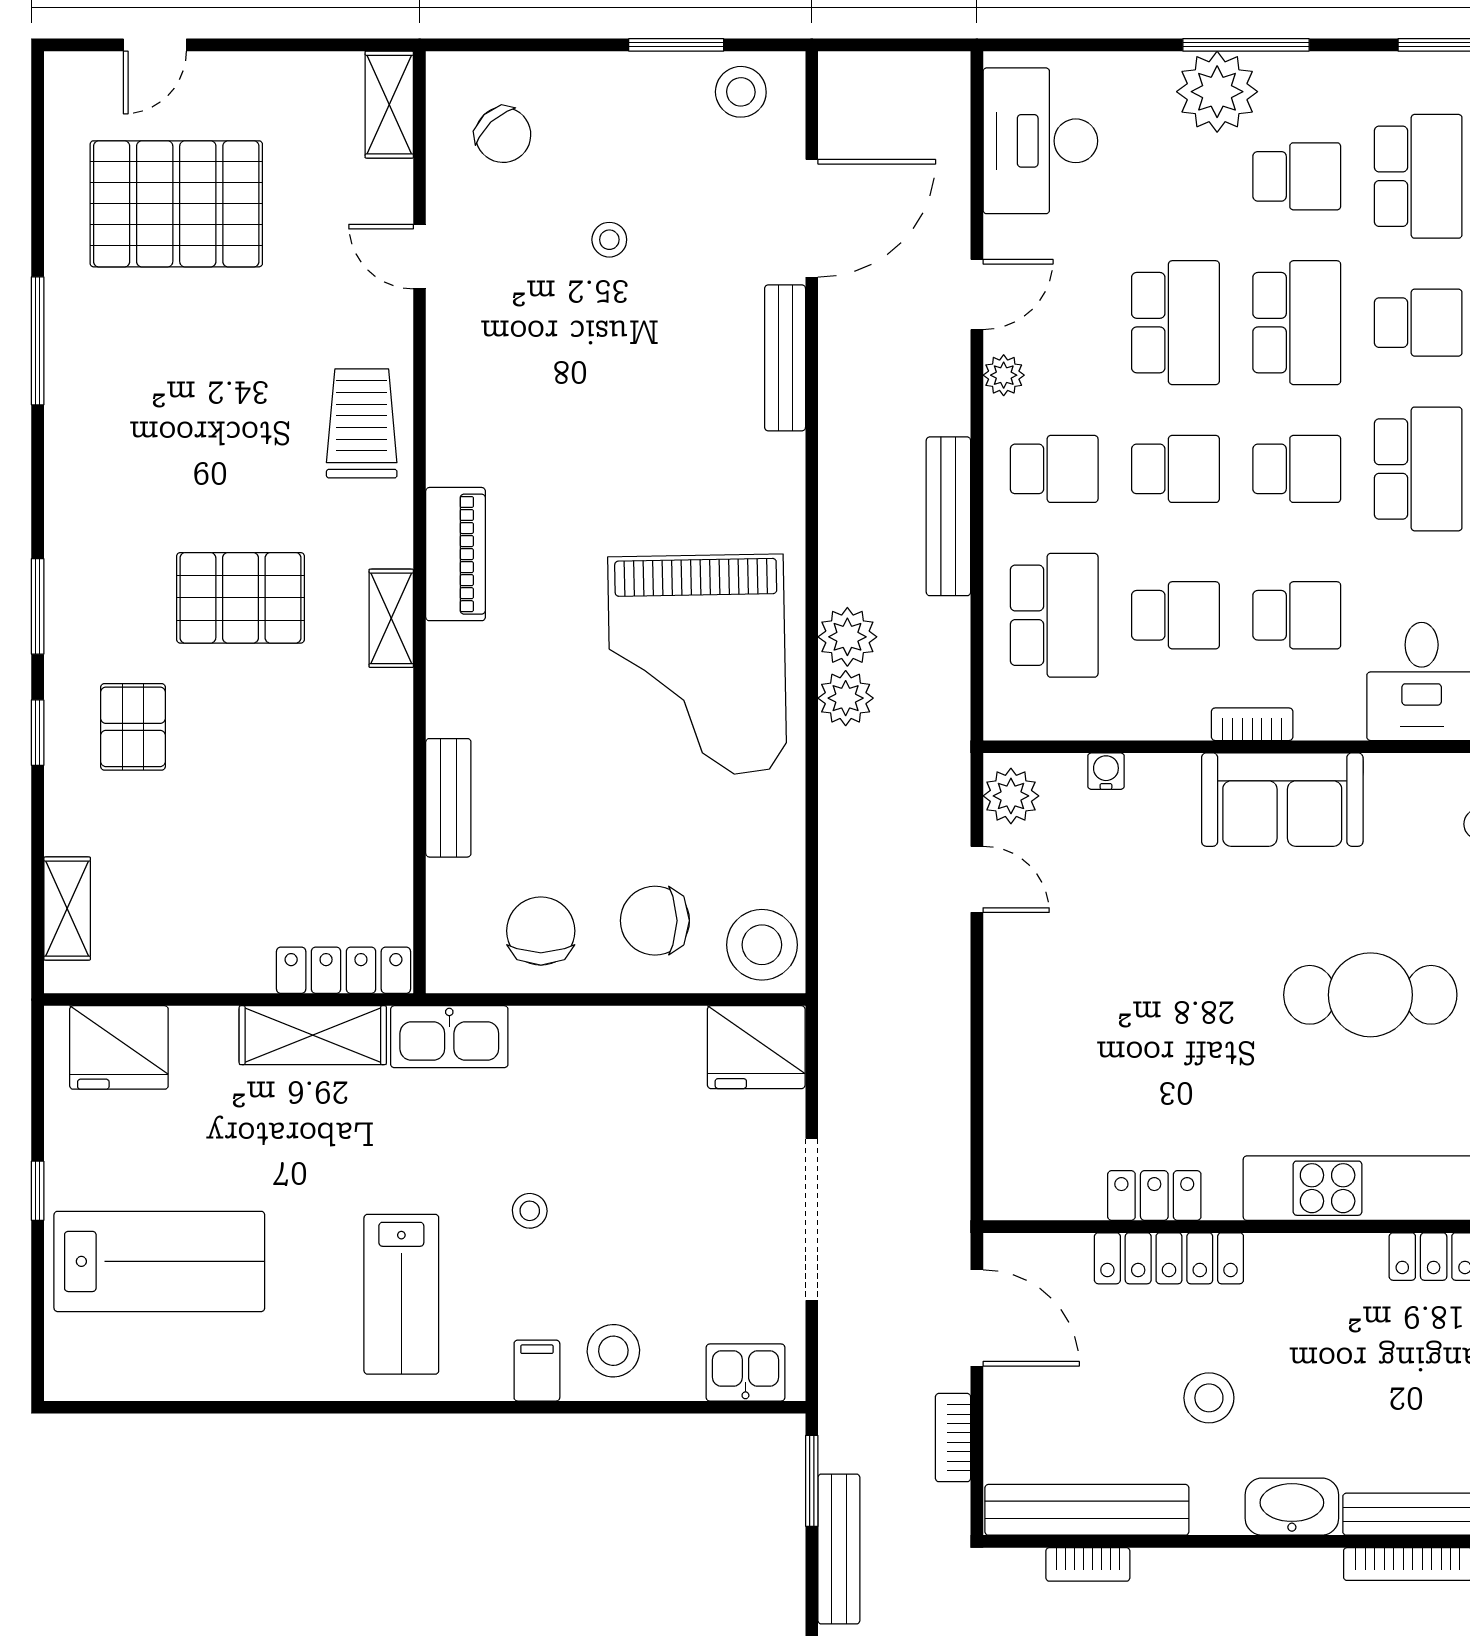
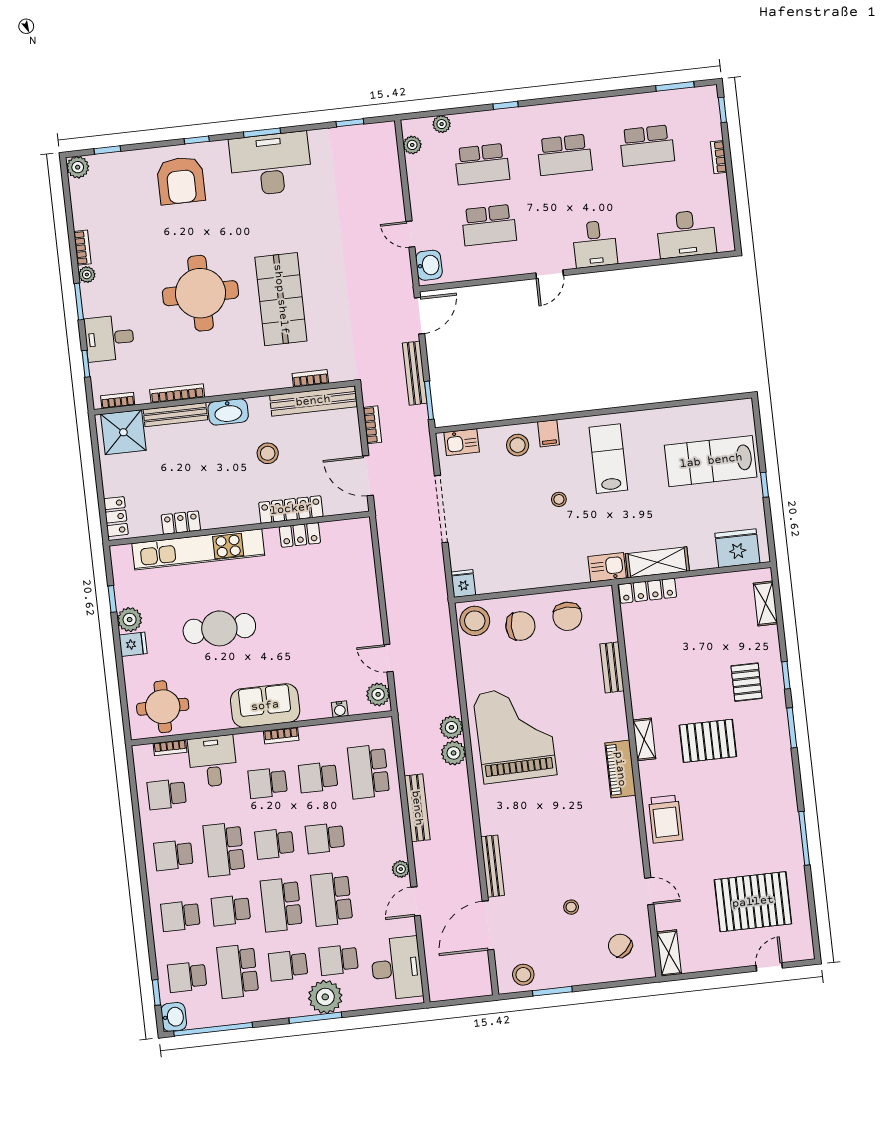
school desk: (1054, 469) -> (339, 960), moved
kitchen sink: (449, 1037) -> (607, 567), width x0.73
fridge: (756, 1047) -> (463, 583), width x0.53, depth x0.75

